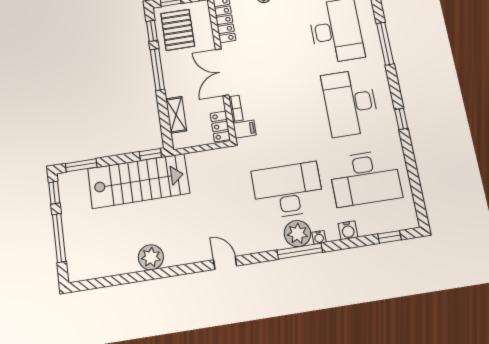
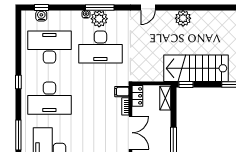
desk: (350, 103) -> (49, 98), turned 90
shelving: (176, 115) -> (165, 98), moved
water cooler: (348, 230) -> (41, 16), moved
plant: (151, 257) -> (183, 18), moved
door: (225, 263) -> (148, 7), hinge flipped

